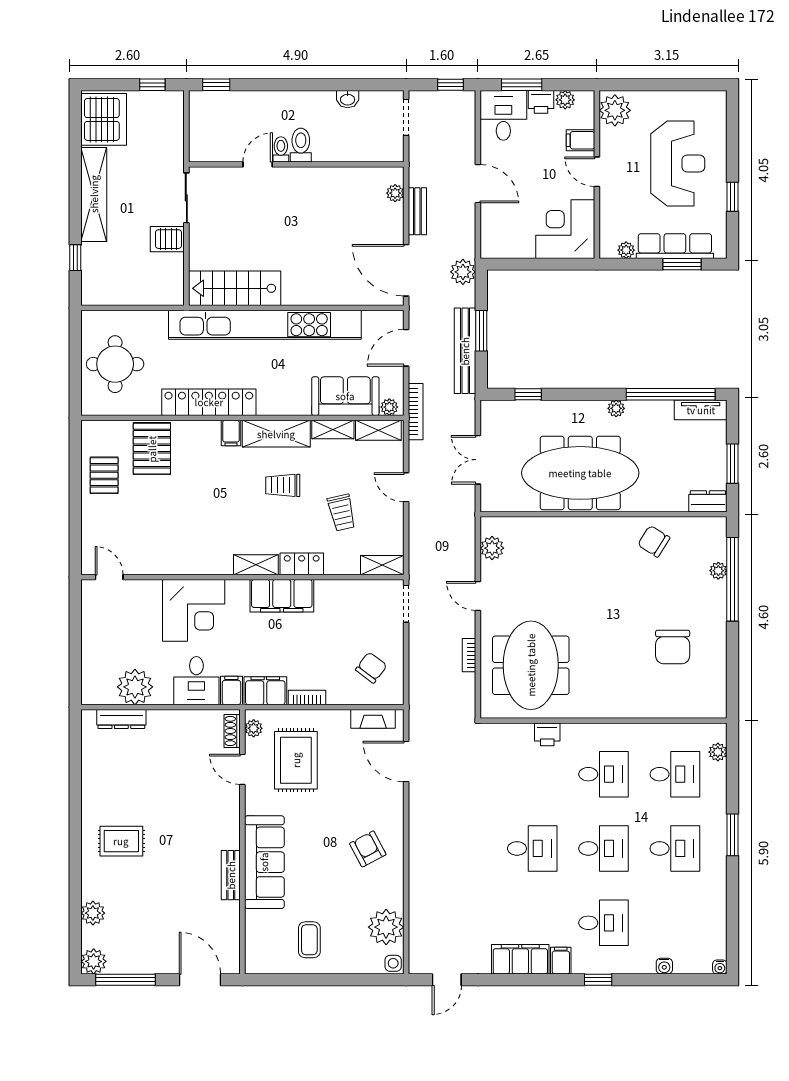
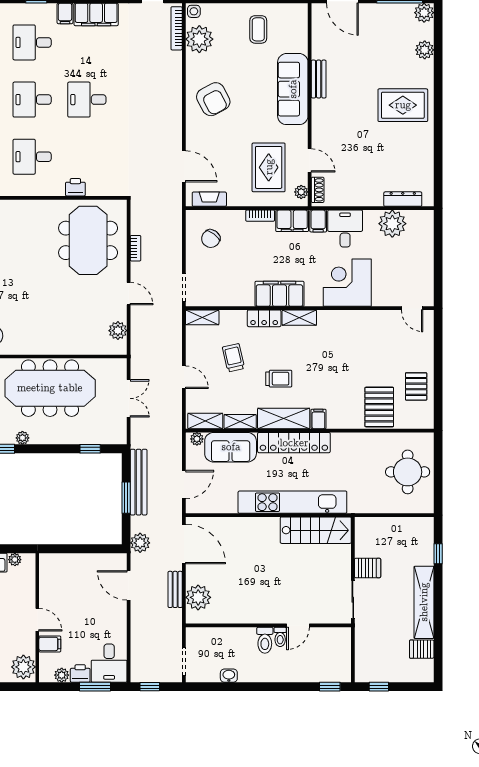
server rack: (104, 119) -> (422, 649), width x0.46, depth x0.70
door: (478, 184) -> (129, 585), moved
plant: (395, 193) -> (198, 597), width x1.87, depth x1.87
corner desk: (565, 229) -> (62, 576), removed
kitchen unit: (265, 325) -> (292, 502), width x0.73
locker: (209, 402) -> (294, 443), moved
bookcase: (416, 412) -> (177, 28), moved
rug: (121, 841) -> (403, 105), width x1.36, depth x1.43
armchair: (368, 849) -> (213, 99), width x1.38, depth x1.38

